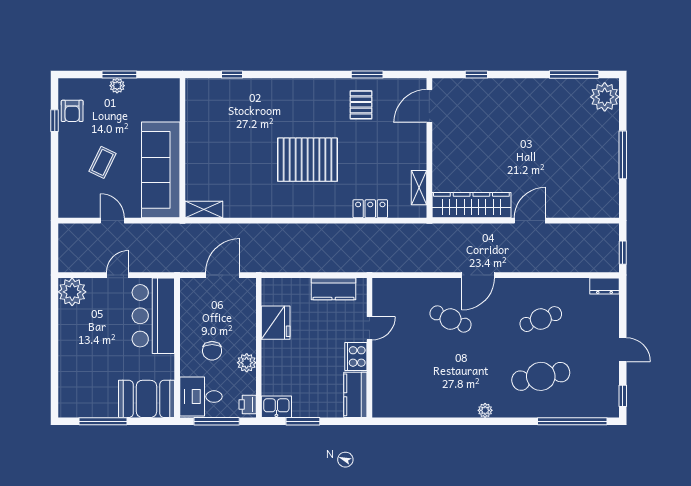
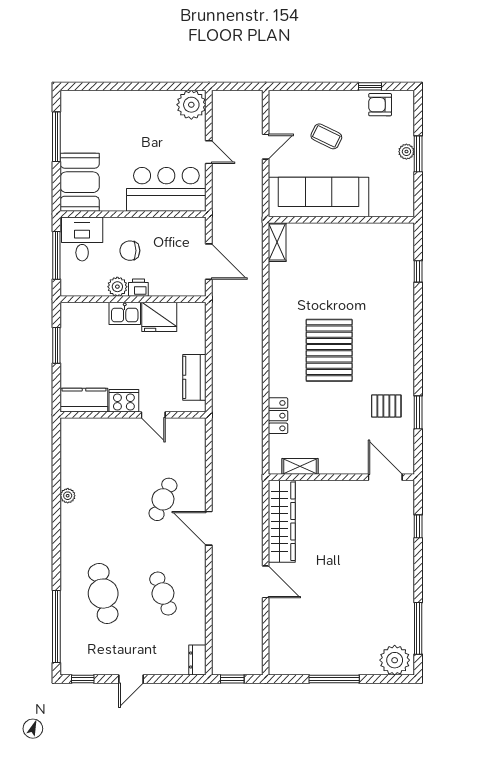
printer: (248, 405) -> (138, 288), moved
kitchen sink: (276, 407) -> (125, 313), moved, turned 90
plant: (485, 410) -> (68, 496), moved

